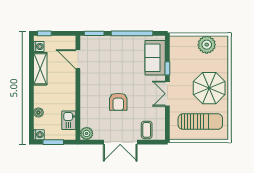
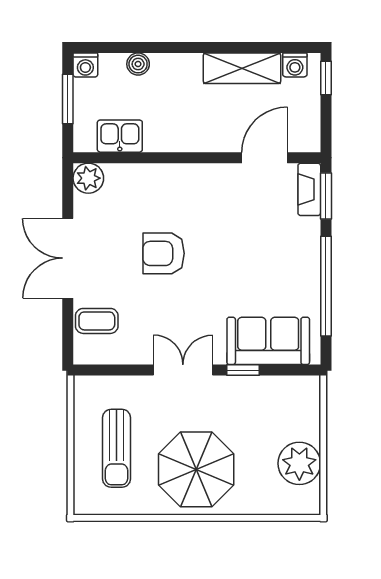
fireplace: (91, 40) -> (309, 189), added
sun lounger: (200, 122) -> (117, 448), width x0.73, depth x0.75

